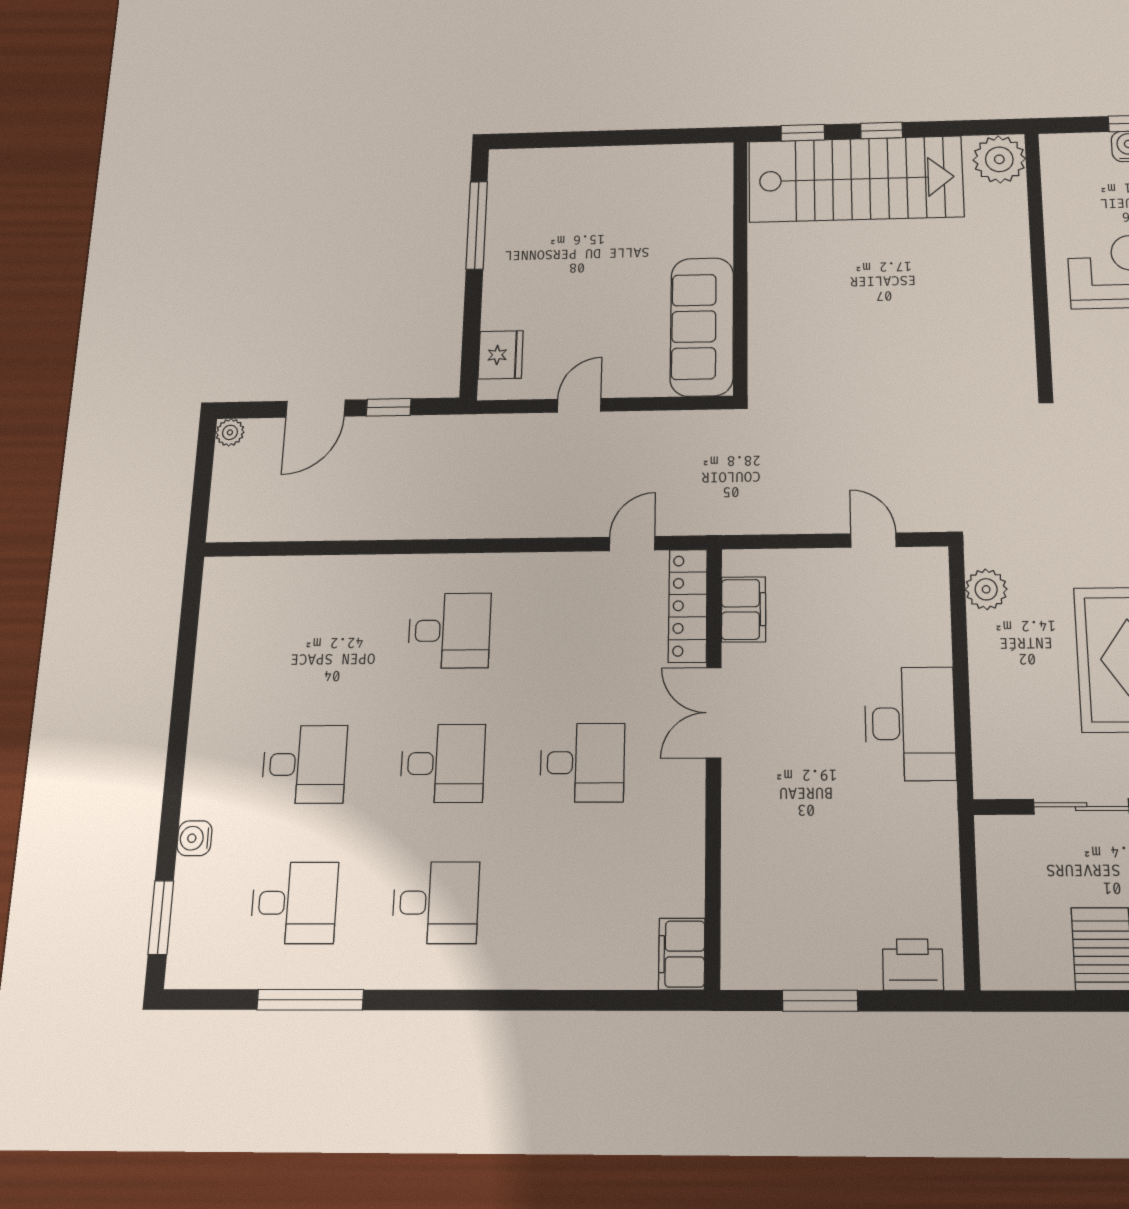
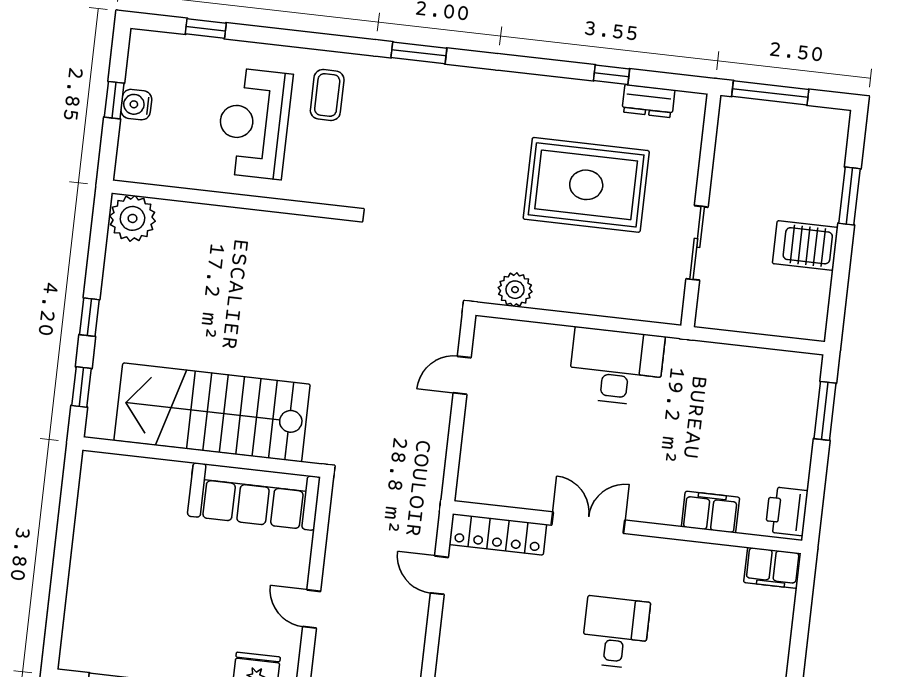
stairs: (856, 179) -> (212, 412), moved, turned -90
filing cabinet: (744, 609) -> (710, 512), moved
double door: (714, 712) -> (588, 523), swing flipped
printer: (913, 965) -> (787, 511), moved
window: (820, 1001) -> (825, 411), moved

